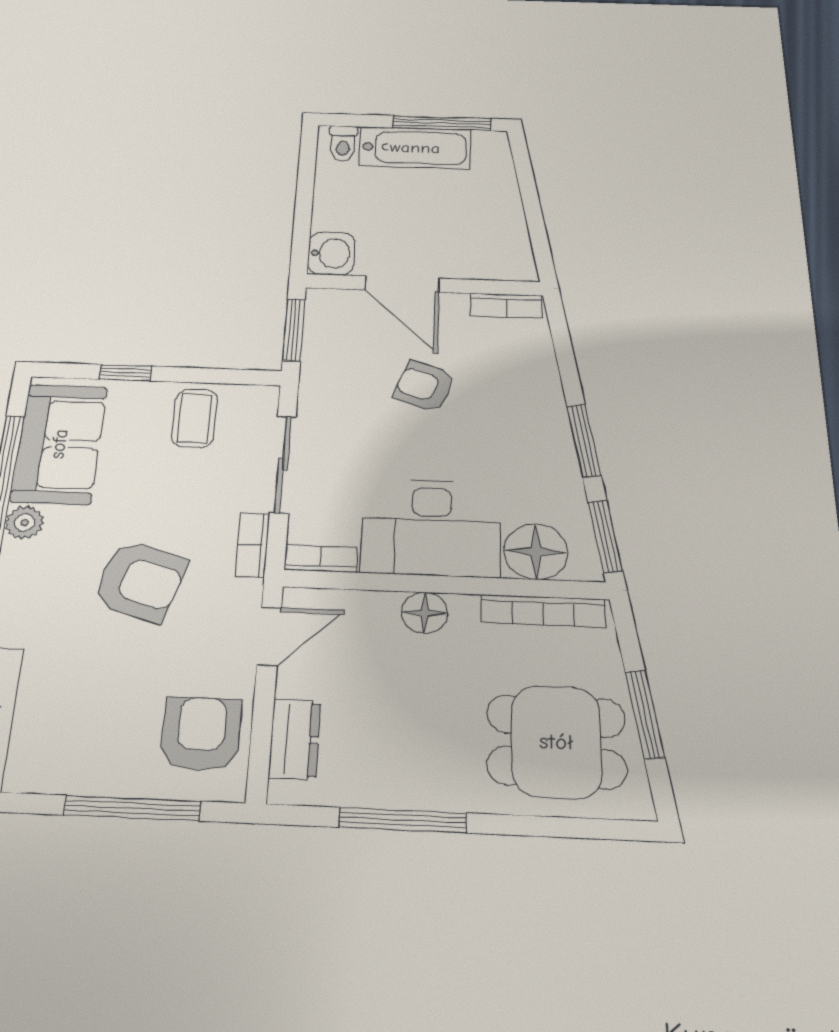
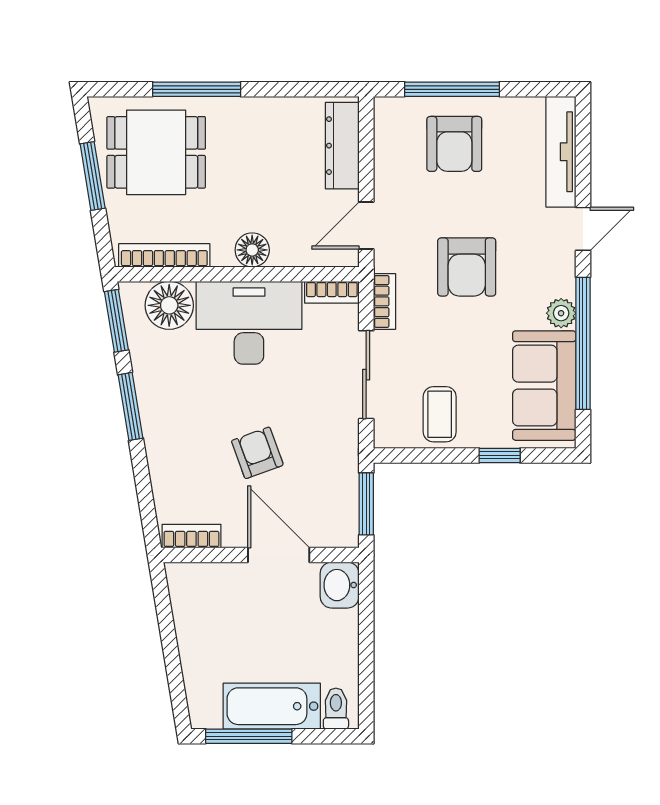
armchair: (425, 386) -> (257, 453), turned -129
armchair: (140, 581) -> (467, 267), turned -107
armchair: (201, 734) -> (454, 144), moved
dresser: (295, 739) -> (342, 146), width x1.44
window: (403, 820) -> (197, 89), moved

